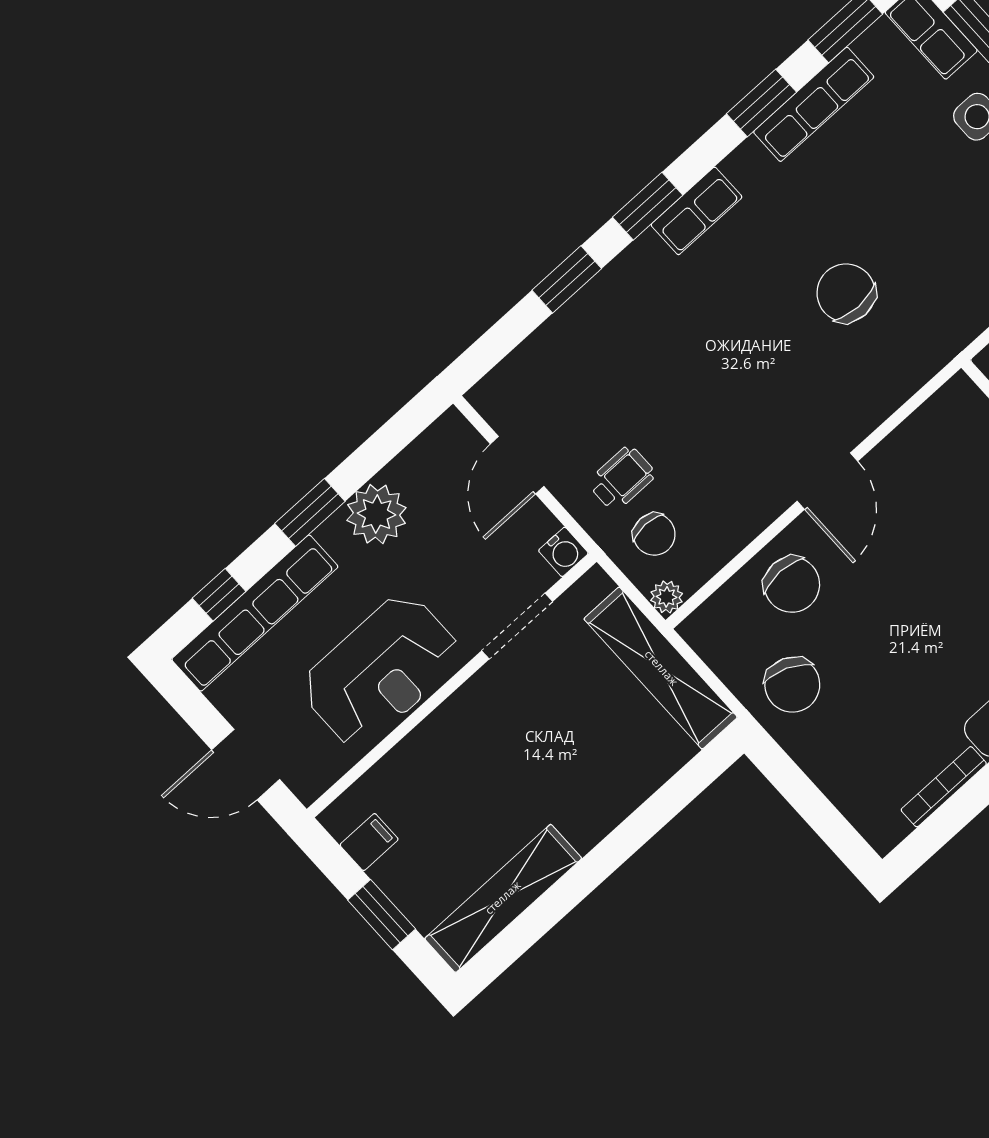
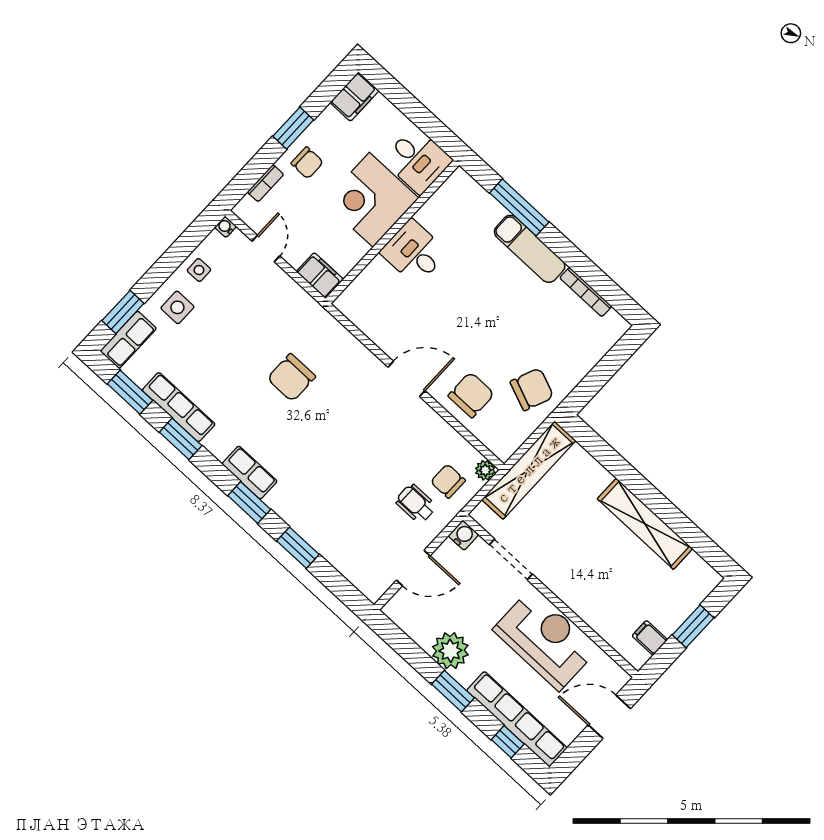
chair: (654, 534) -> (448, 481), turned -90
door: (246, 765) -> (609, 717), swing flipped
shelving: (503, 898) -> (645, 524), moved

